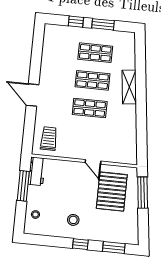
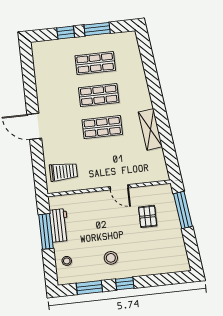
shelving: (129, 87) -> (150, 129), moved
trolley: (49, 139) -> (63, 172), turned 90
workbench: (37, 171) -> (59, 225), moved
pallet: (112, 192) -> (148, 216), width x0.49, depth x0.50
window: (114, 248) -> (89, 288), moved

